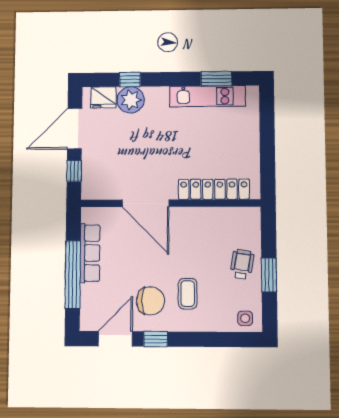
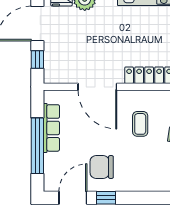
coffee table: (188, 294) -> (140, 124), moved
chair: (150, 301) -> (102, 167), turned 180

